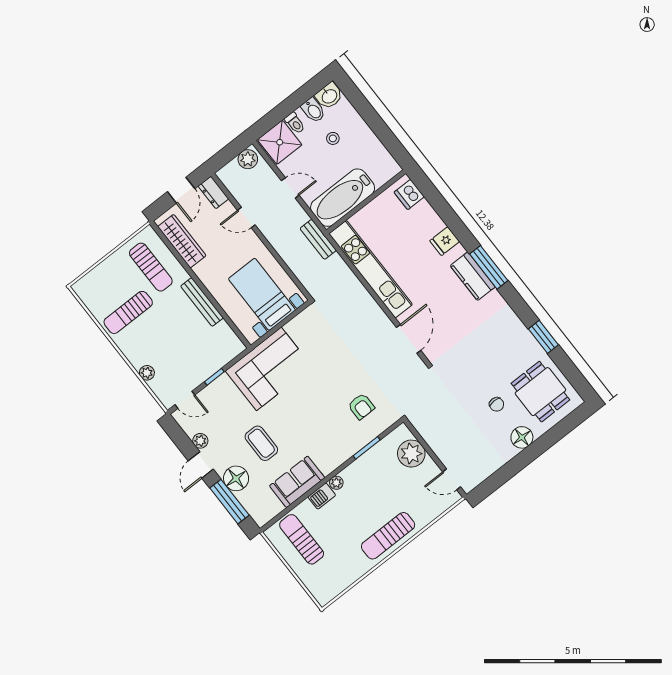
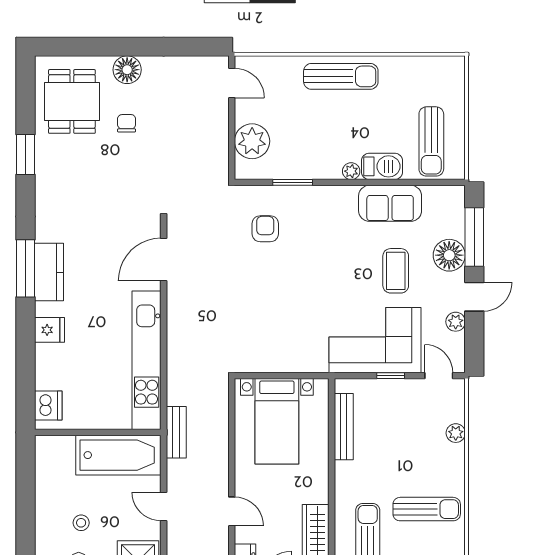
bench: (202, 302) -> (344, 427), moved
corner sofa: (269, 369) -> (375, 340), moved
barbecue: (322, 496) -> (382, 166), width x1.38, depth x1.27

